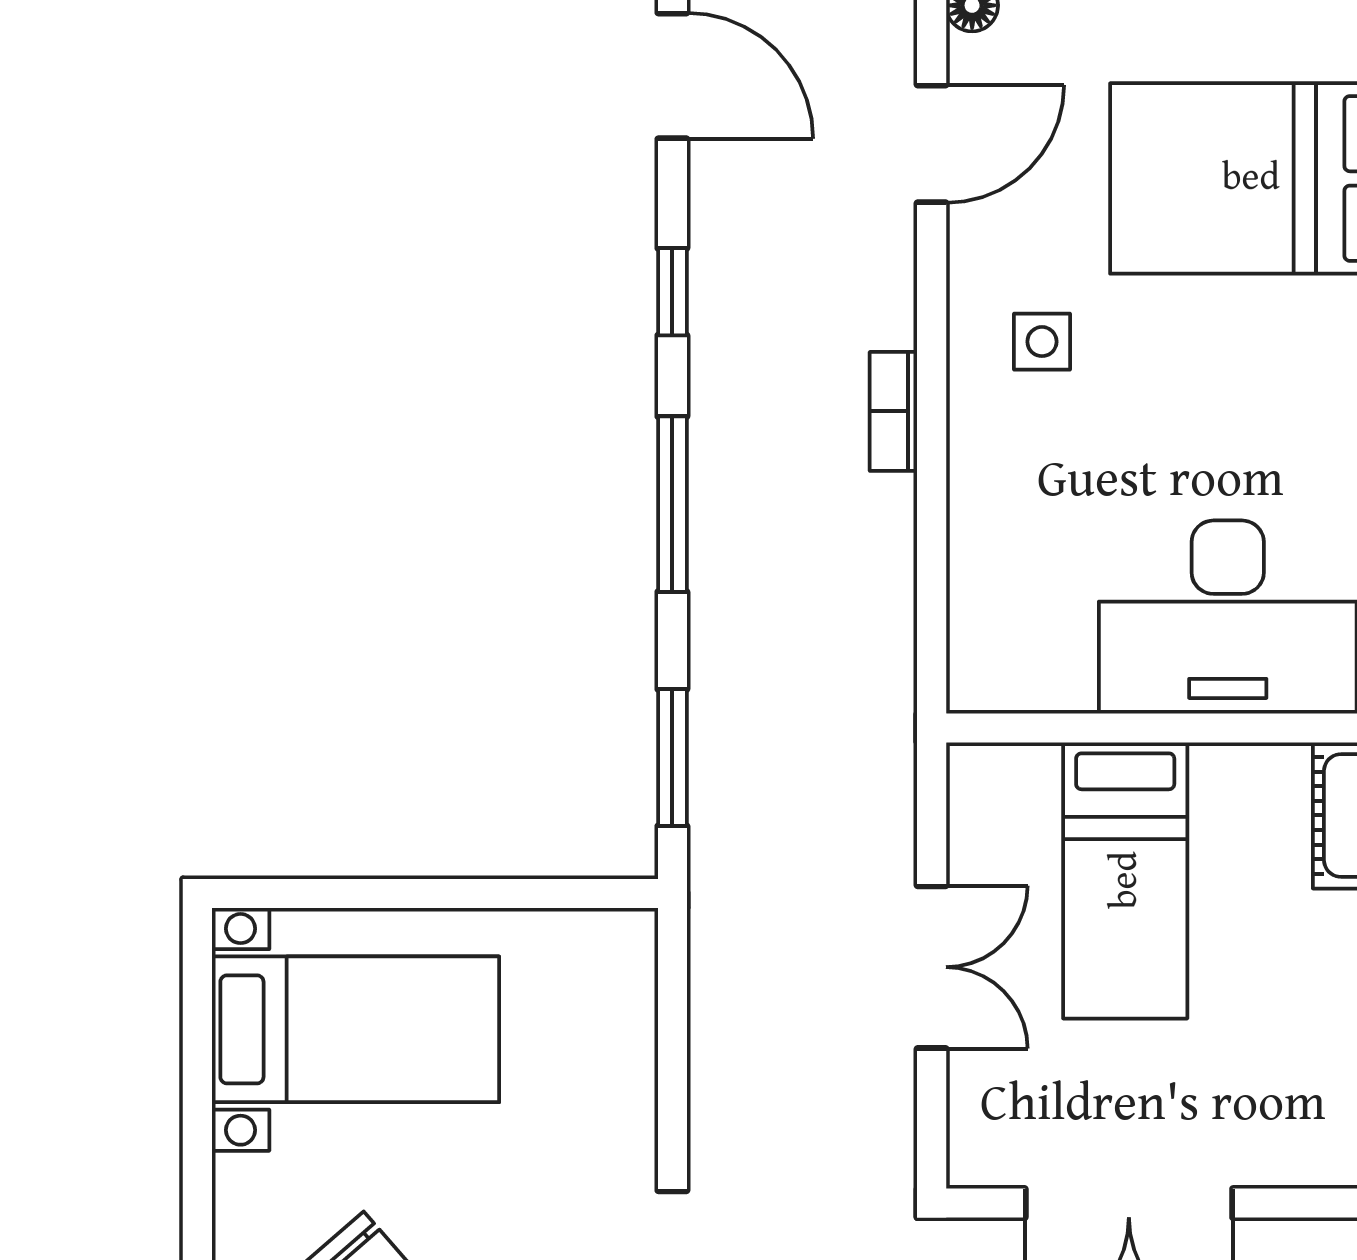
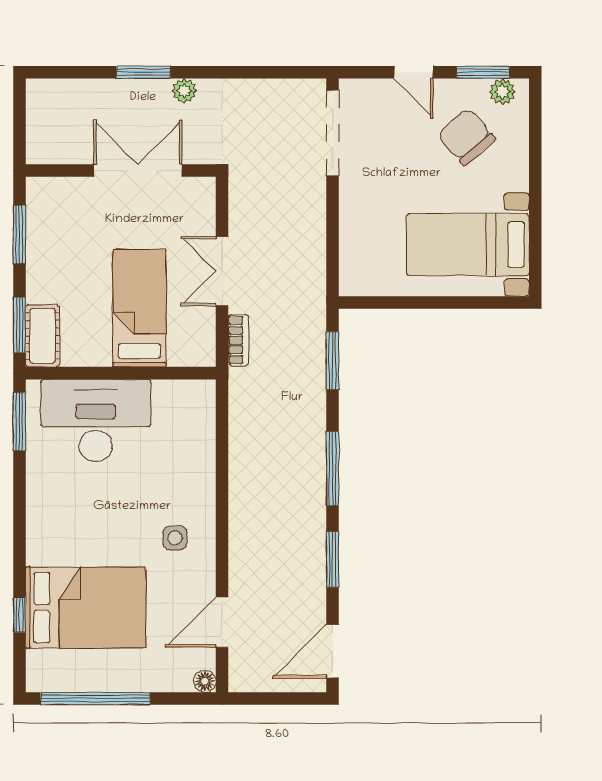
door: (672, 76) -> (333, 651), hinge flipped
window: (672, 292) -> (333, 559), width x1.50
bookcase: (893, 411) -> (238, 340), moved

